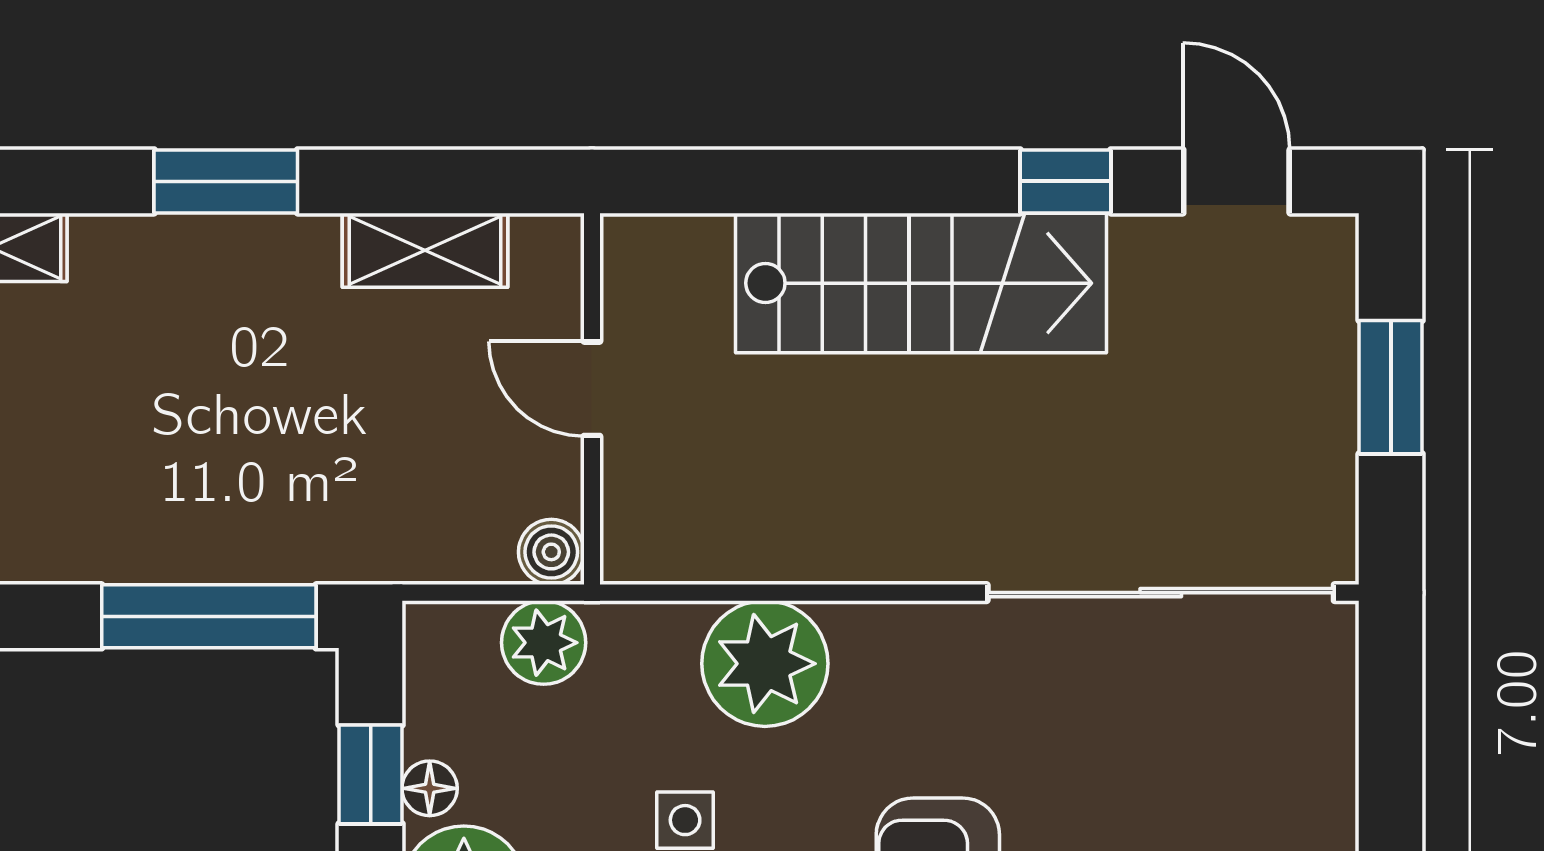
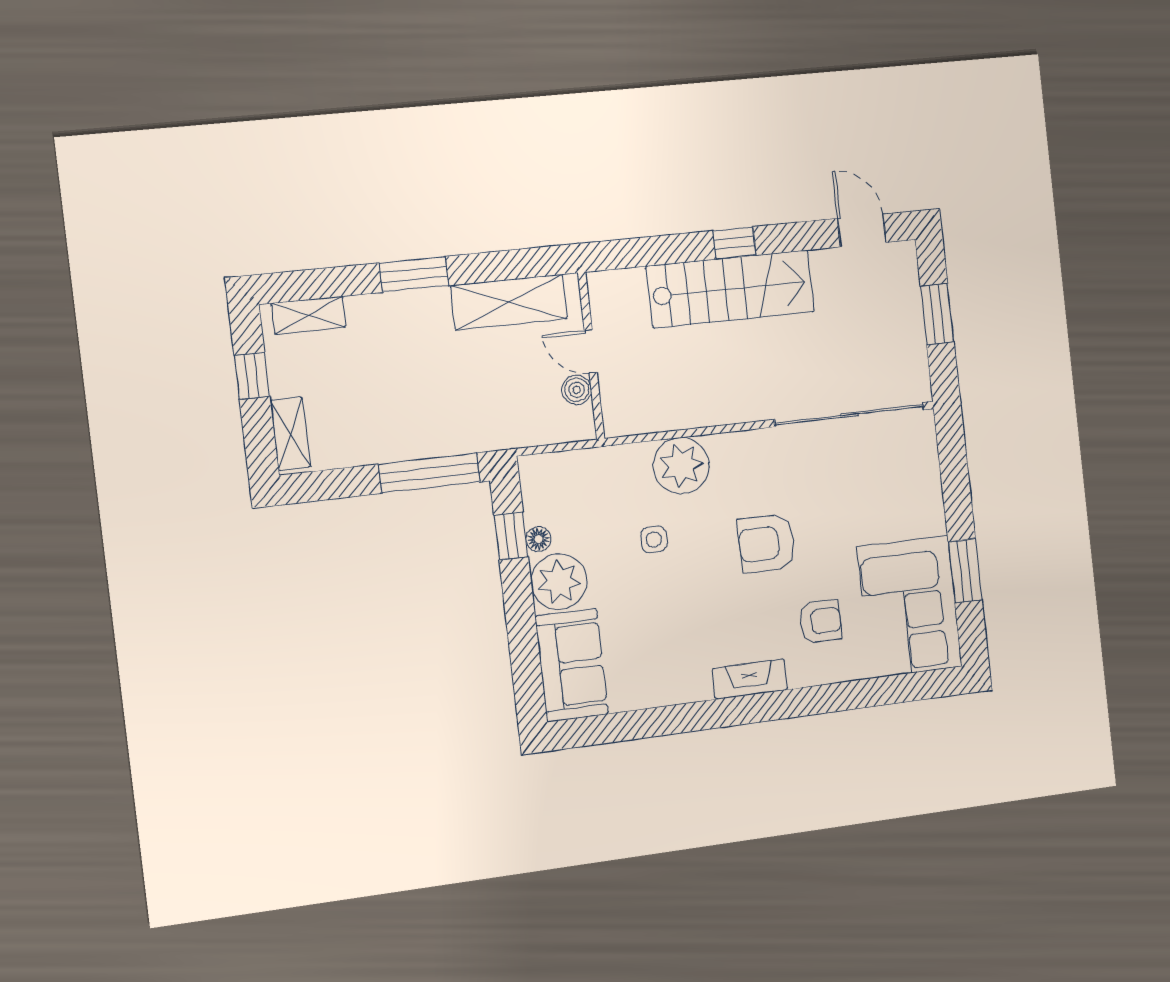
window: (1065, 181) -> (734, 243), moved
shelving: (425, 250) -> (509, 302), width x1.50, depth x1.33
boiler: (551, 552) -> (577, 390), moved
plant: (544, 643) -> (582, 468), removed

